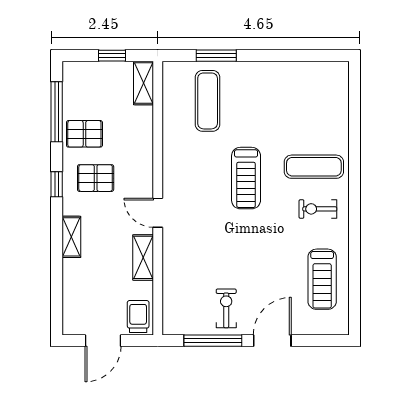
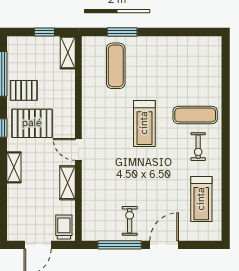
pallet: (96, 178) -> (32, 123), width x1.50, depth x1.42
exercise bike: (318, 209) -> (198, 147), turned -90

